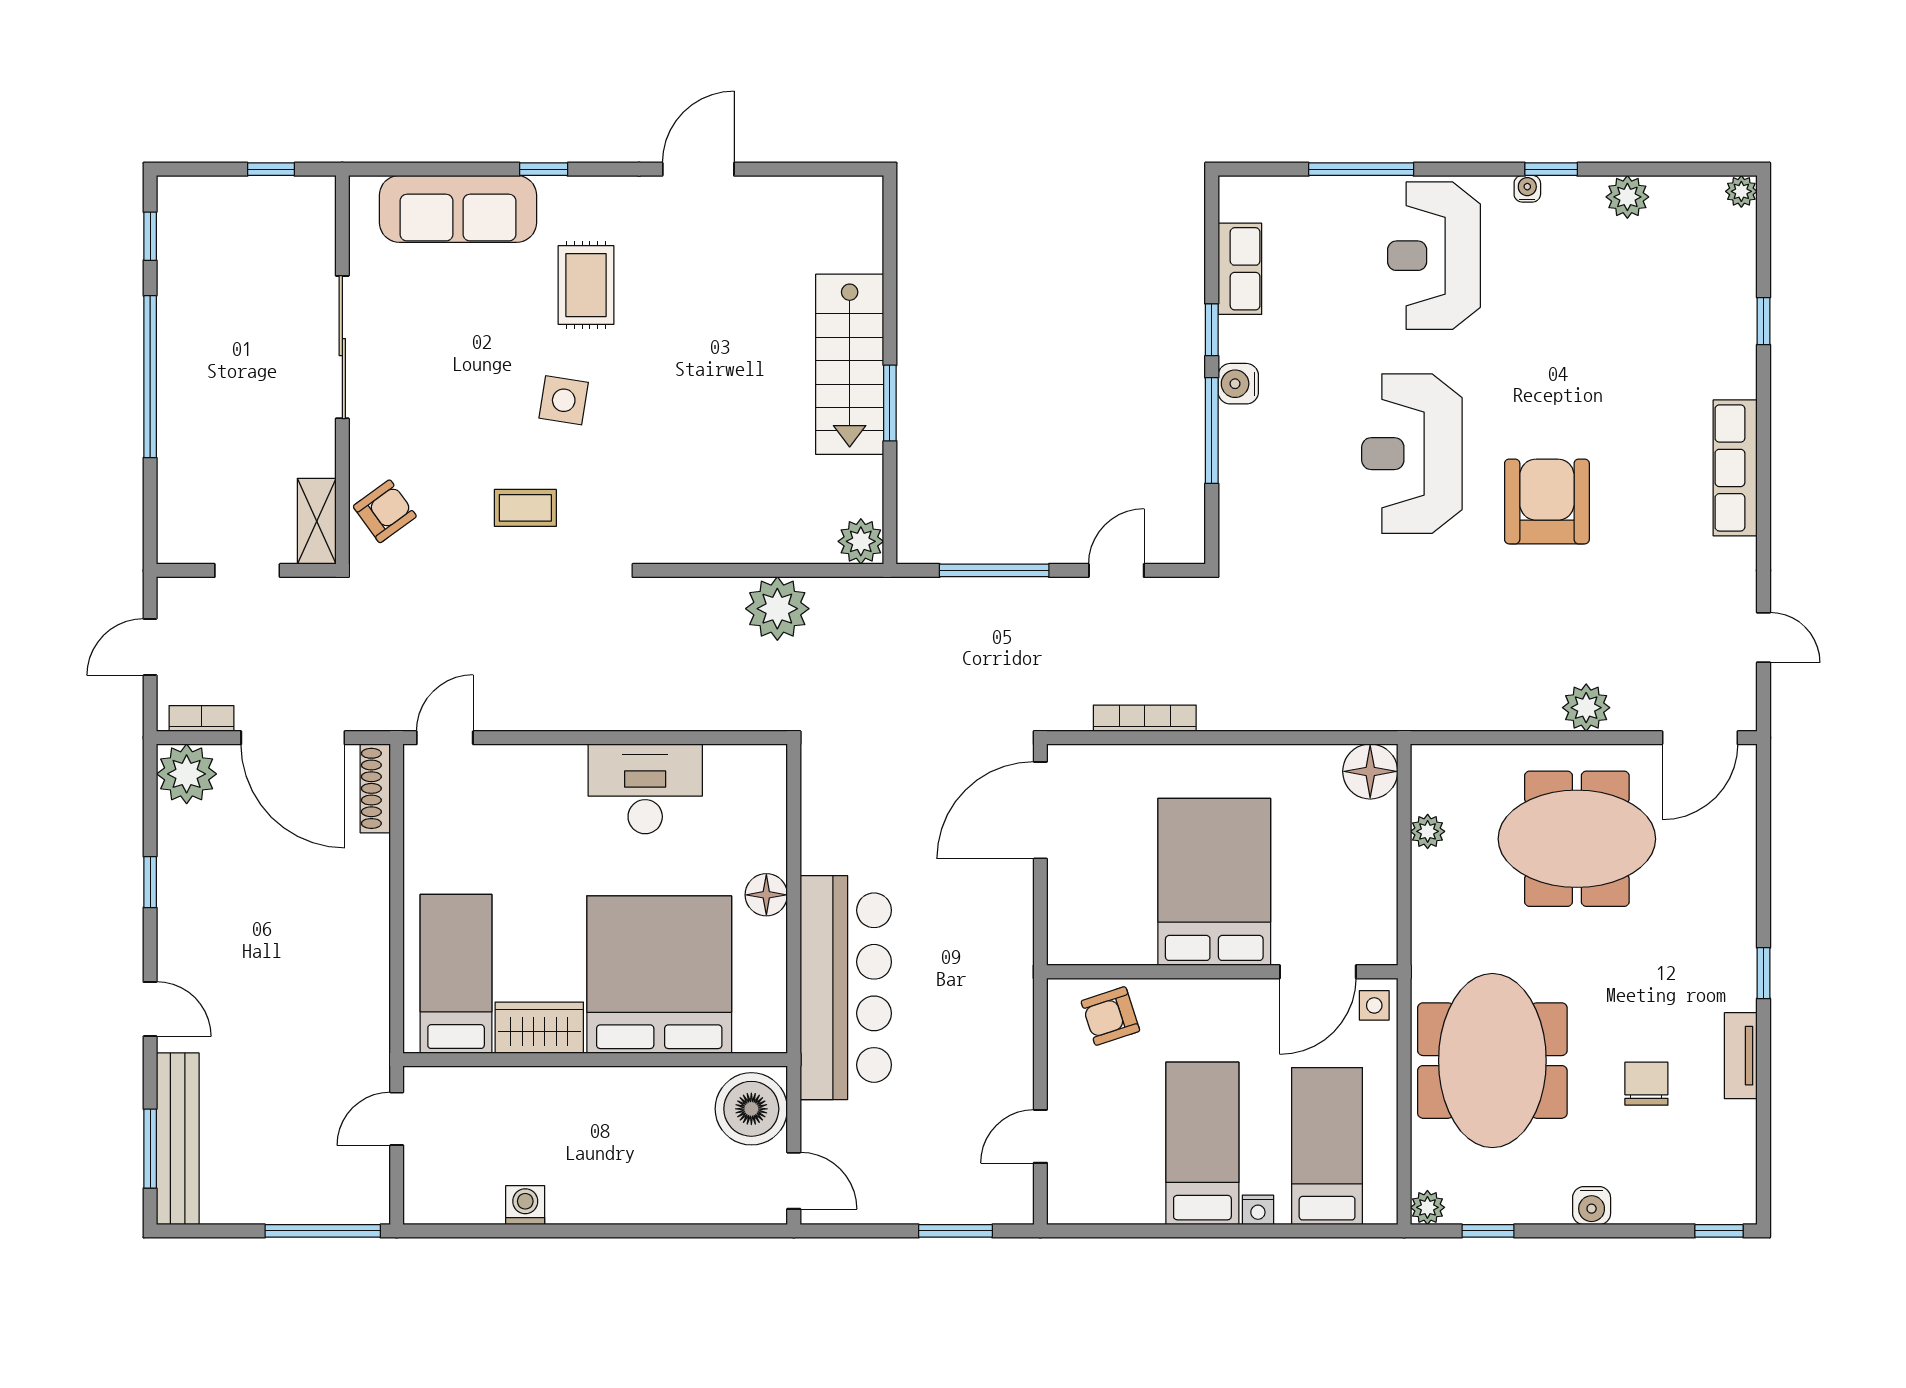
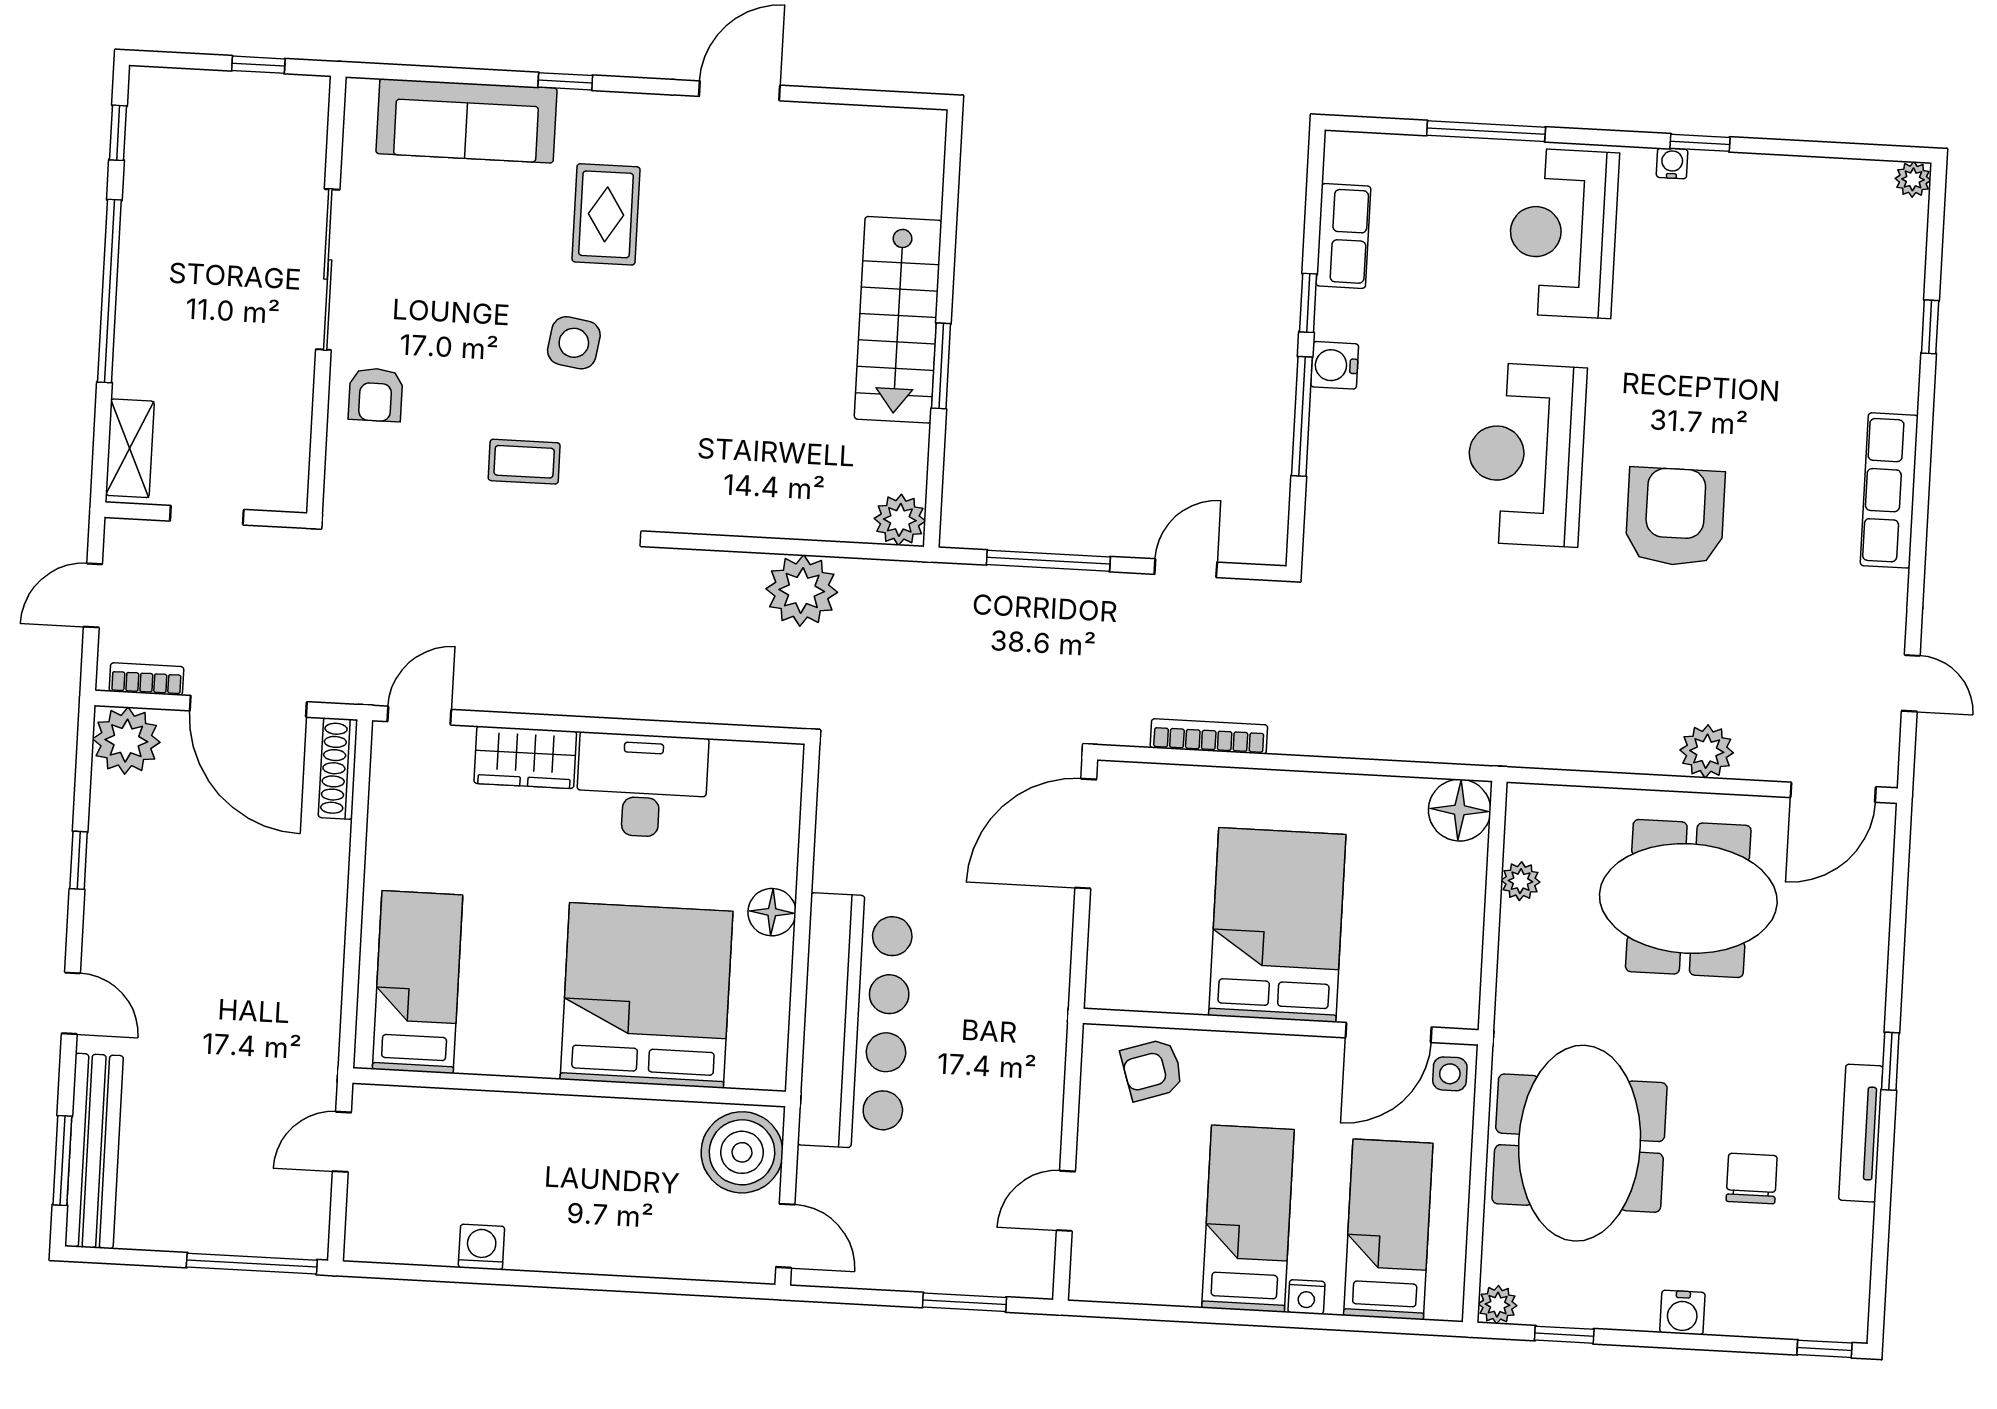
plant: (1627, 197) -> (1784, 179), removed
armchair: (385, 511) -> (375, 395), moved, turned 126
shelving: (317, 521) -> (130, 448), moved
wardrobe: (539, 1028) -> (525, 757), moved, turned 180
tv unit: (1741, 1056) -> (1861, 1133), width x1.41

